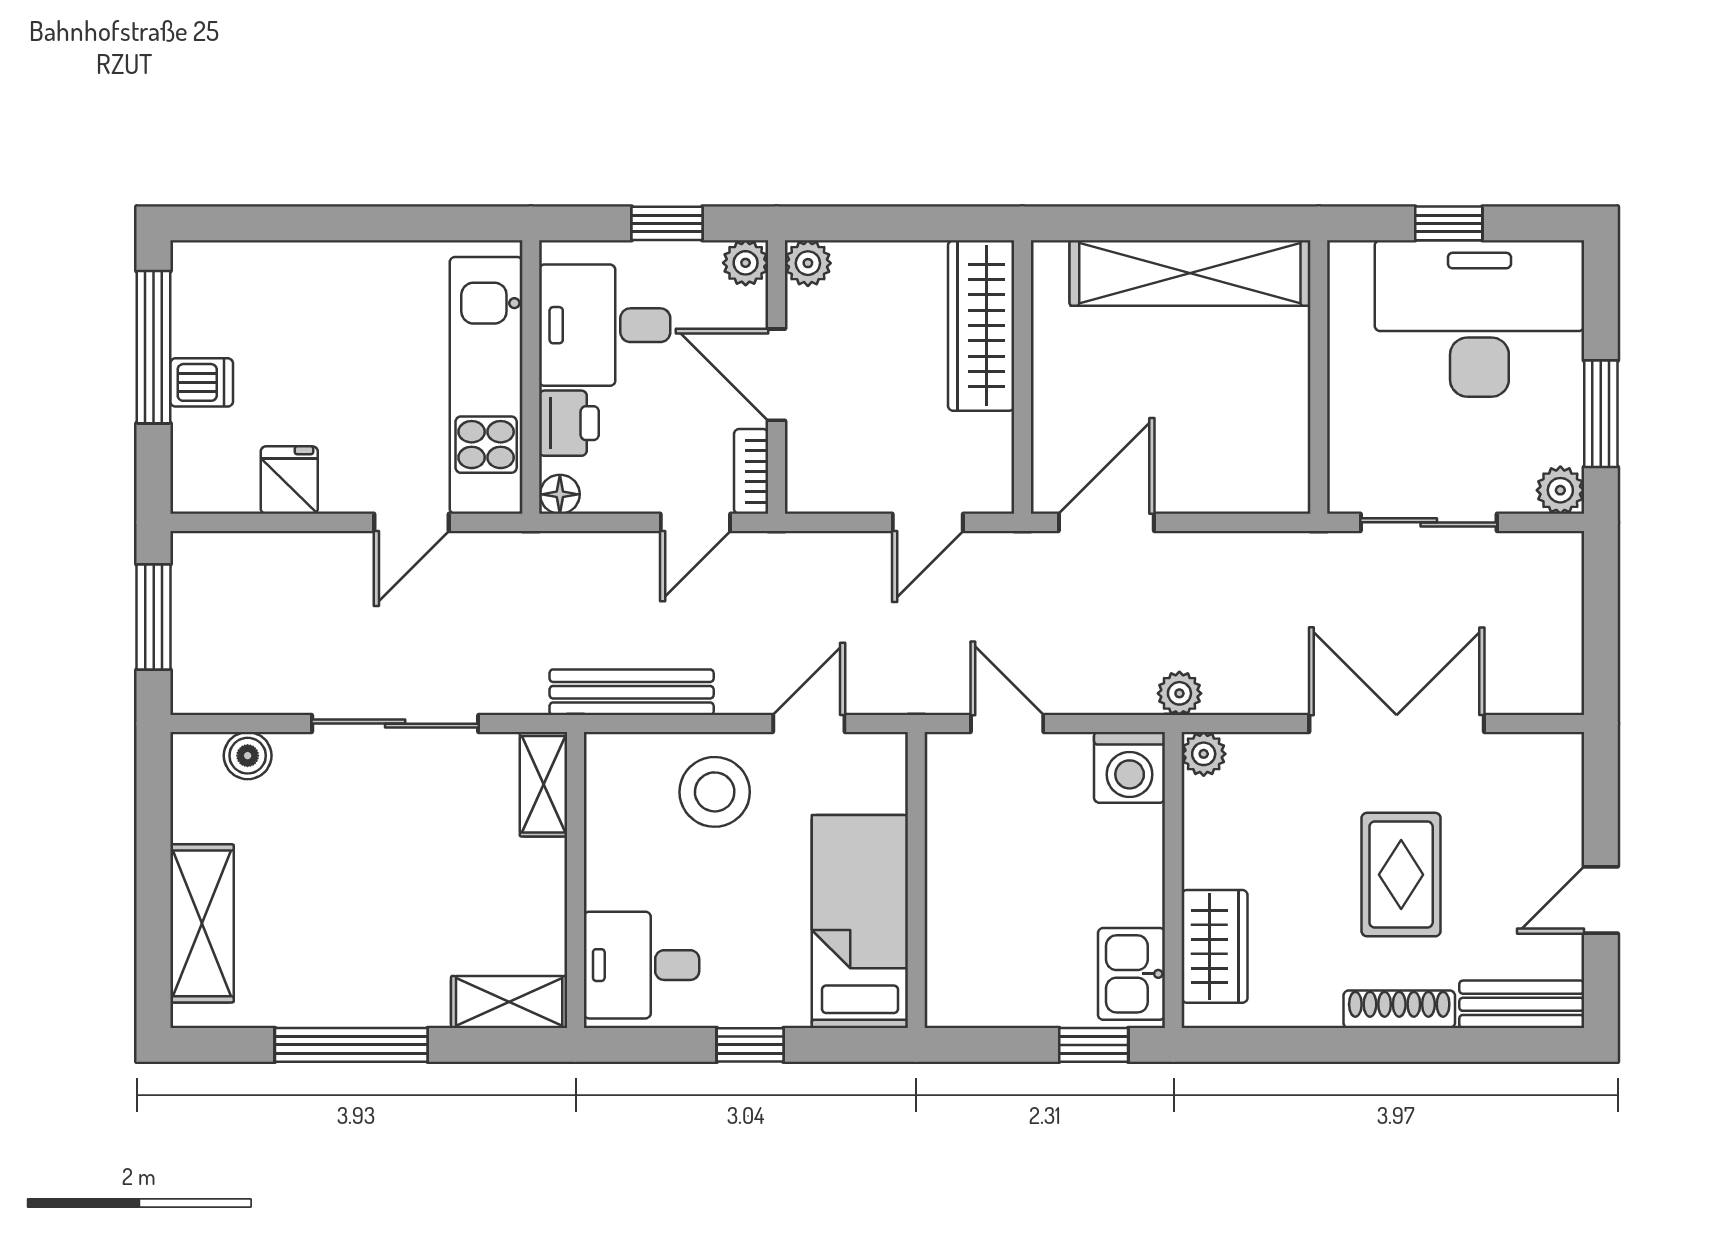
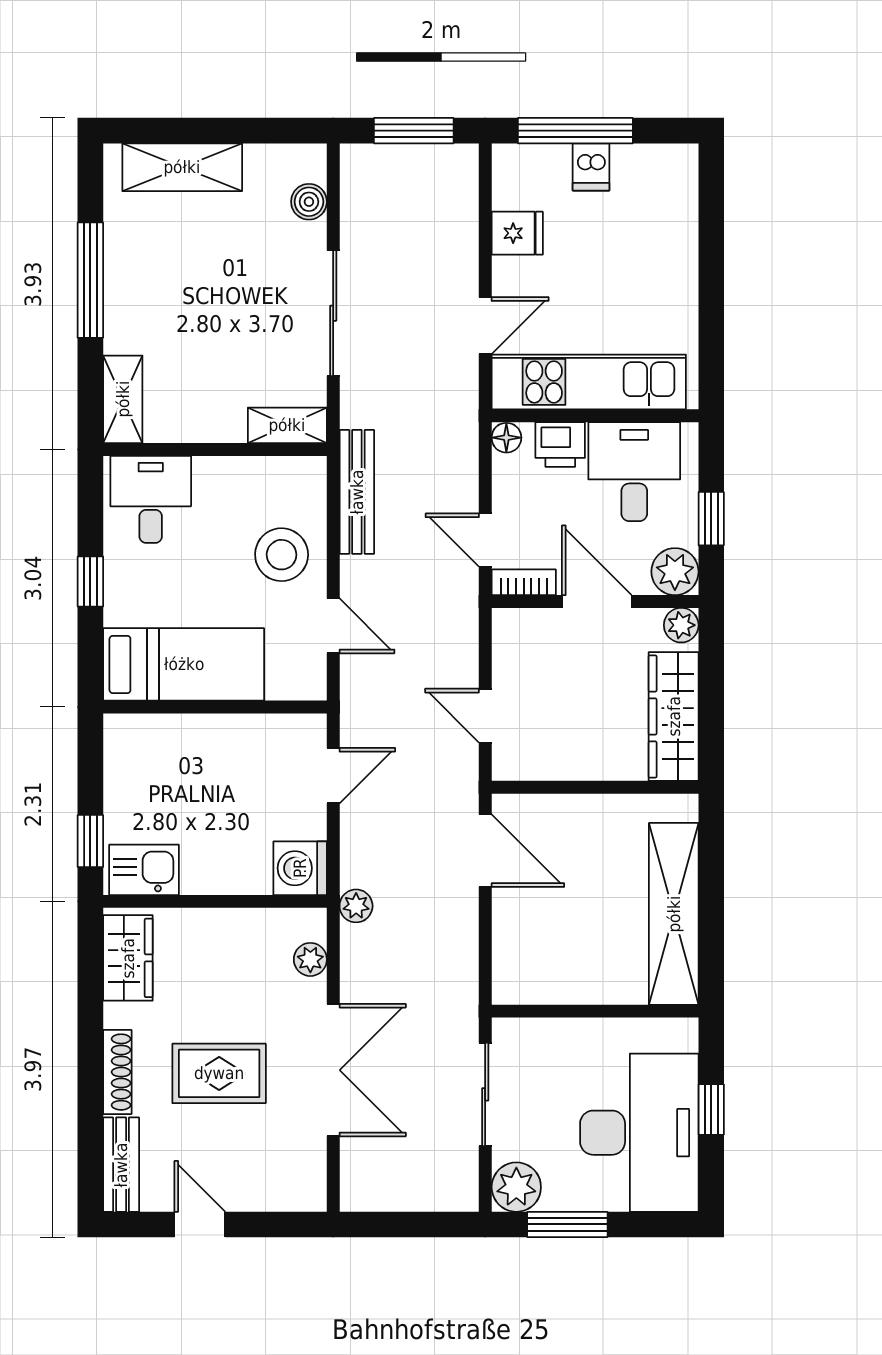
plant: (746, 263) -> (675, 572), width x1.38, depth x1.38
wardrobe: (981, 326) -> (674, 716), moved, turned -90
window: (154, 347) -> (575, 131), moved
door: (777, 375) -> (597, 602), hinge flipped
plant: (1560, 490) -> (516, 1187), width x1.38, depth x1.38
door: (411, 522) -> (485, 326), swing flipped
plant: (1204, 754) -> (310, 959), moved
wardrobe: (1215, 946) -> (128, 958), moved, turned -90

